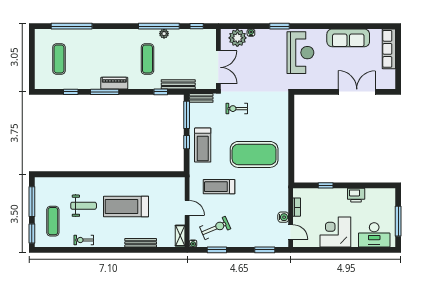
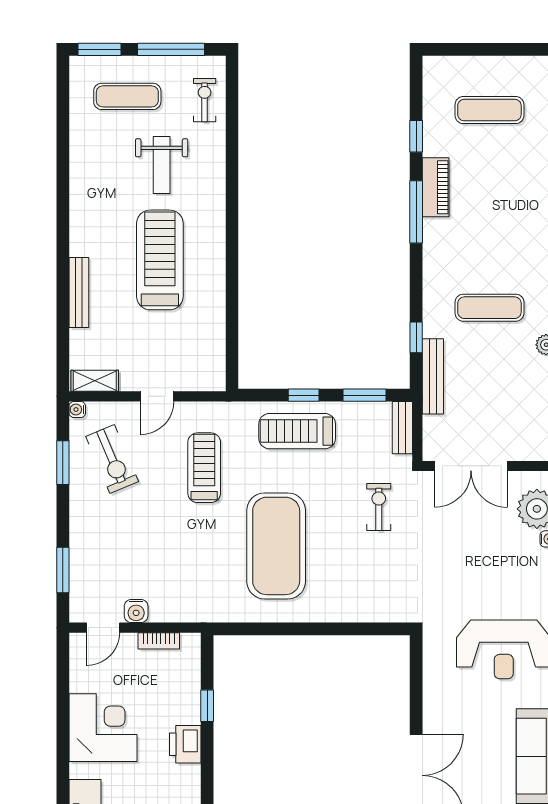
piano: (114, 83) -> (436, 187), moved
window: (187, 115) -> (365, 395), width x0.69
printer: (356, 195) -> (185, 744), moved
exercise bike: (84, 240) -> (205, 100), moved

